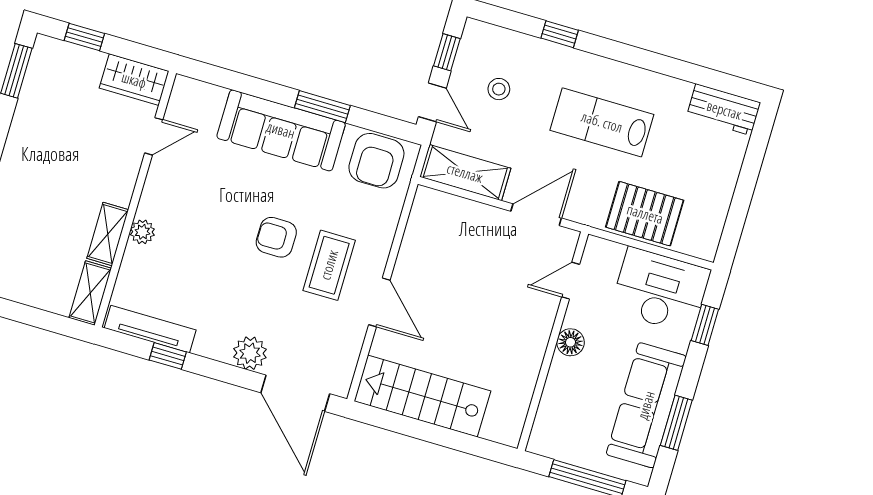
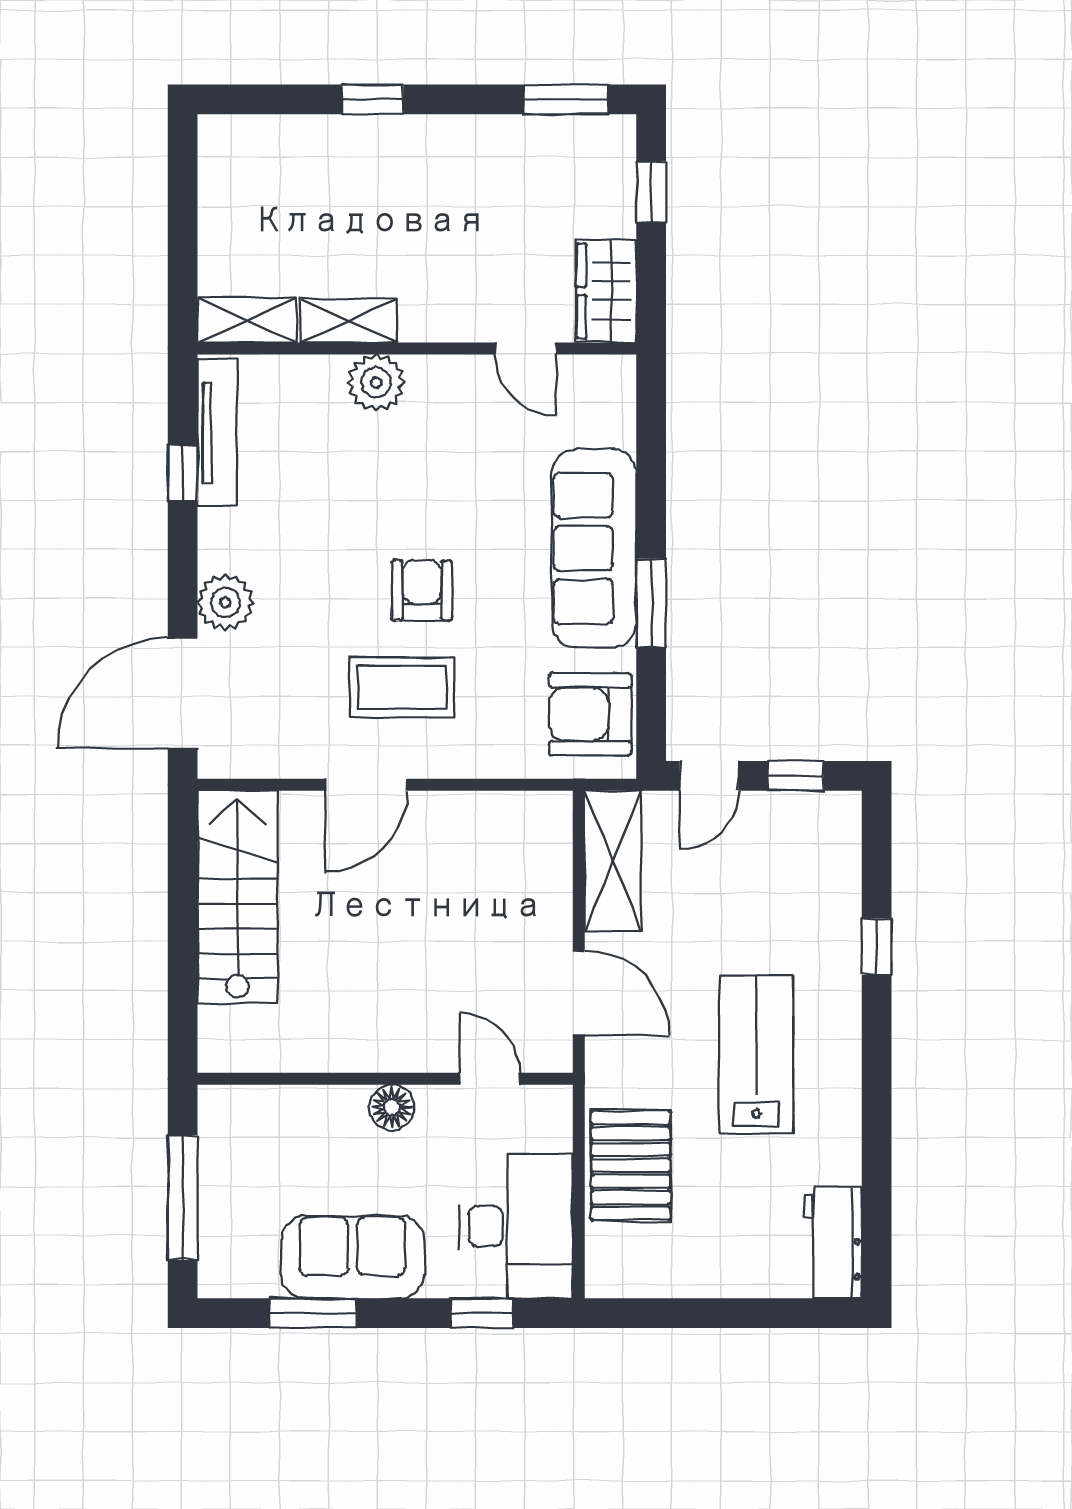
stool: (499, 89) -> (761, 876), removed
plant: (142, 232) -> (376, 383), width x1.38, depth x1.38
sofa: (646, 405) -> (353, 1257), width x0.73

